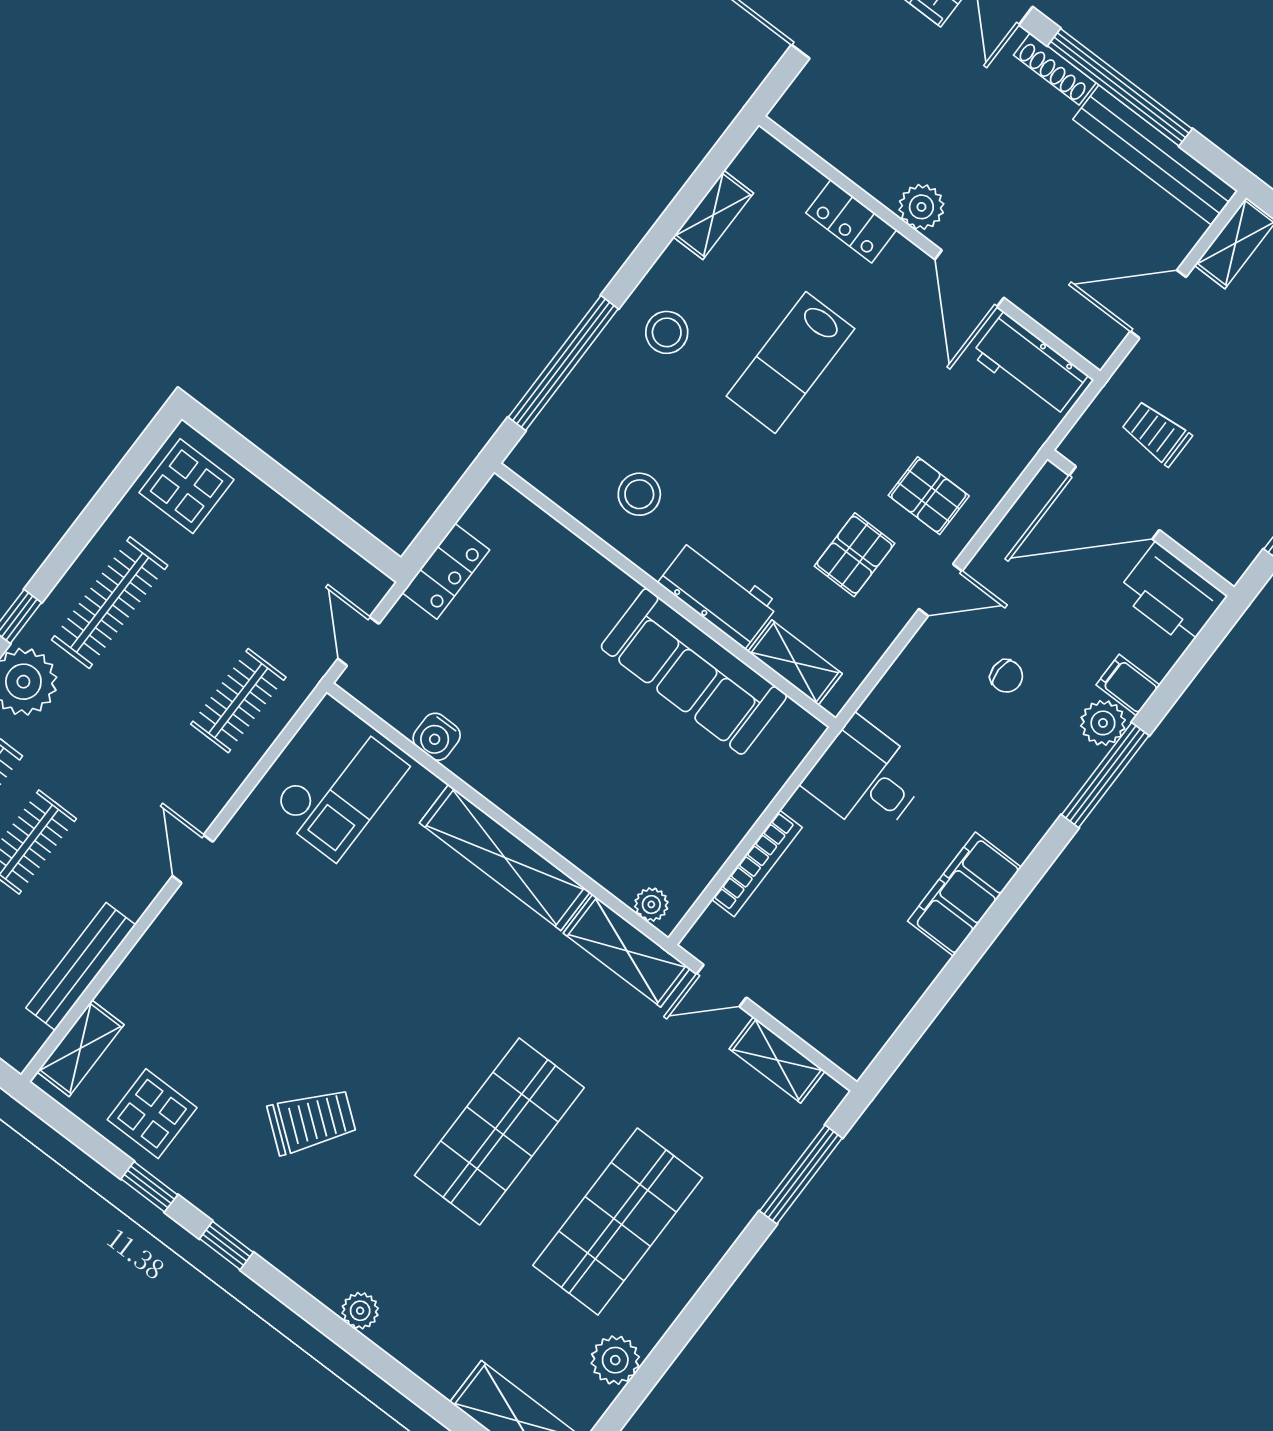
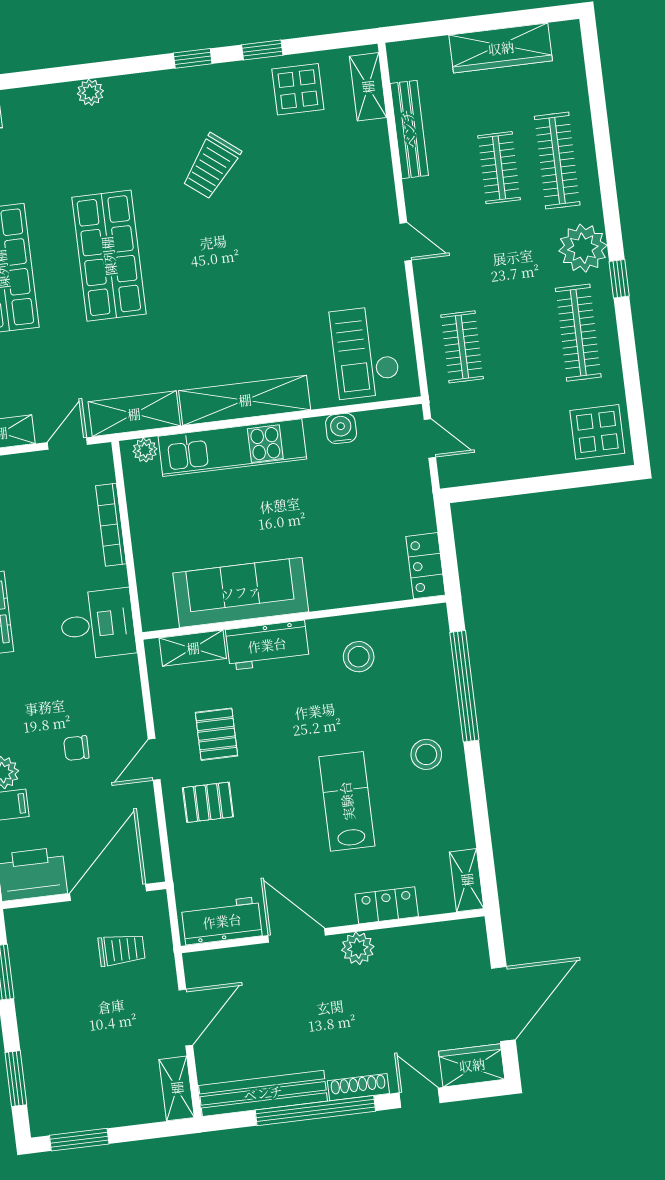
shelving: (713, 215) -> (467, 880), moved
locker: (446, 571) -> (426, 566), moved
kitchen unit: (563, 823) -> (232, 448), added

